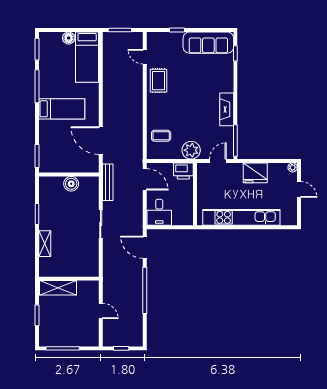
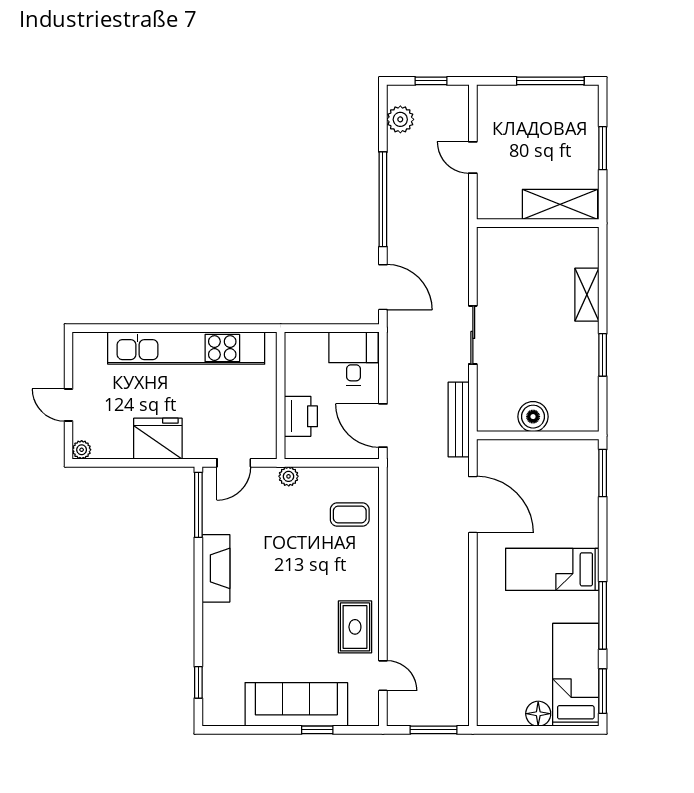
sofa: (208, 43) -> (296, 704), moved
bed: (87, 57) -> (576, 675), moved
plant: (191, 150) -> (289, 476), width x0.53, depth x0.53
printer: (183, 171) -> (301, 416), moved, turned 90
plant: (136, 330) -> (400, 119), added

